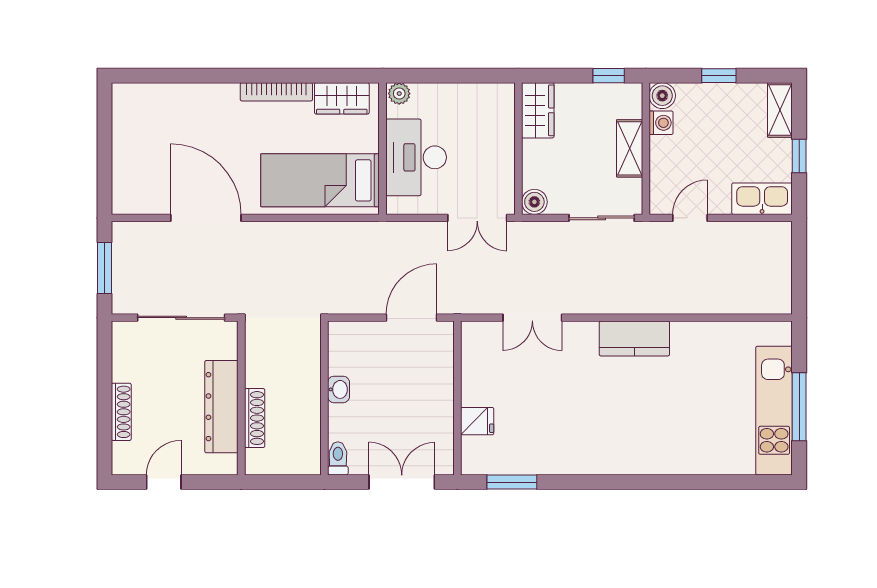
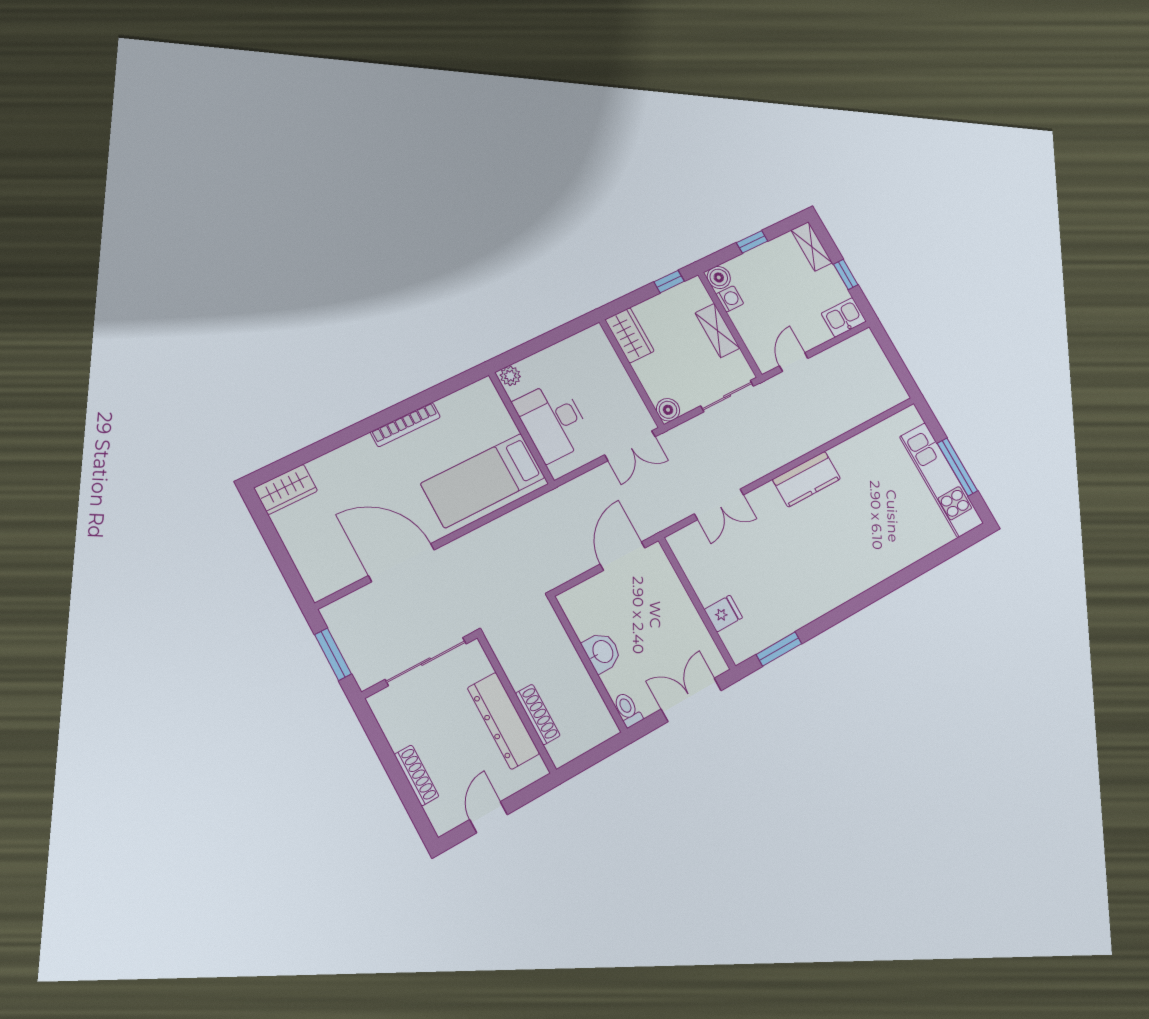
wardrobe: (342, 98) -> (286, 489), moved
kitchen sink: (762, 199) -> (844, 317), width x0.73
washbasin: (339, 389) -> (602, 652), width x1.38, depth x1.45

